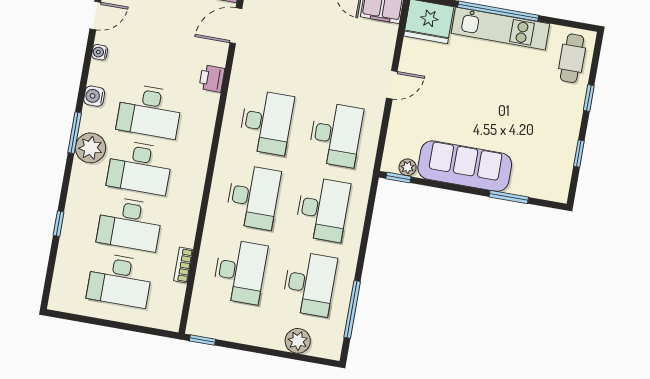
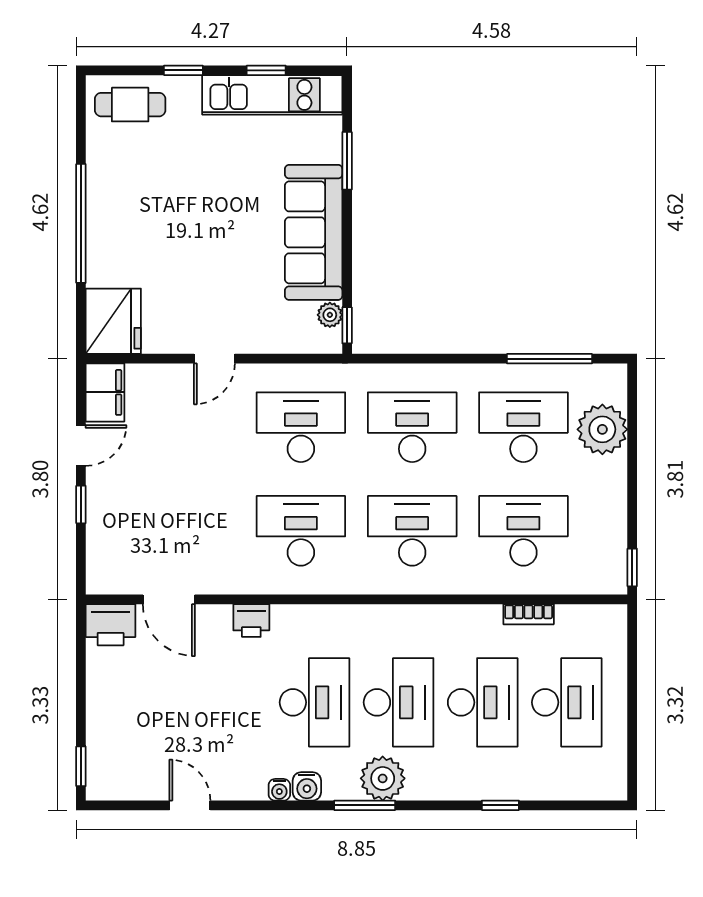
kitchen unit: (500, 29) -> (272, 95), moved, turned 90
water cooler: (100, 52) -> (279, 790), moved
door: (392, 85) -> (214, 359), swing flipped
plant: (298, 341) -> (602, 429), width x1.36, depth x1.36

